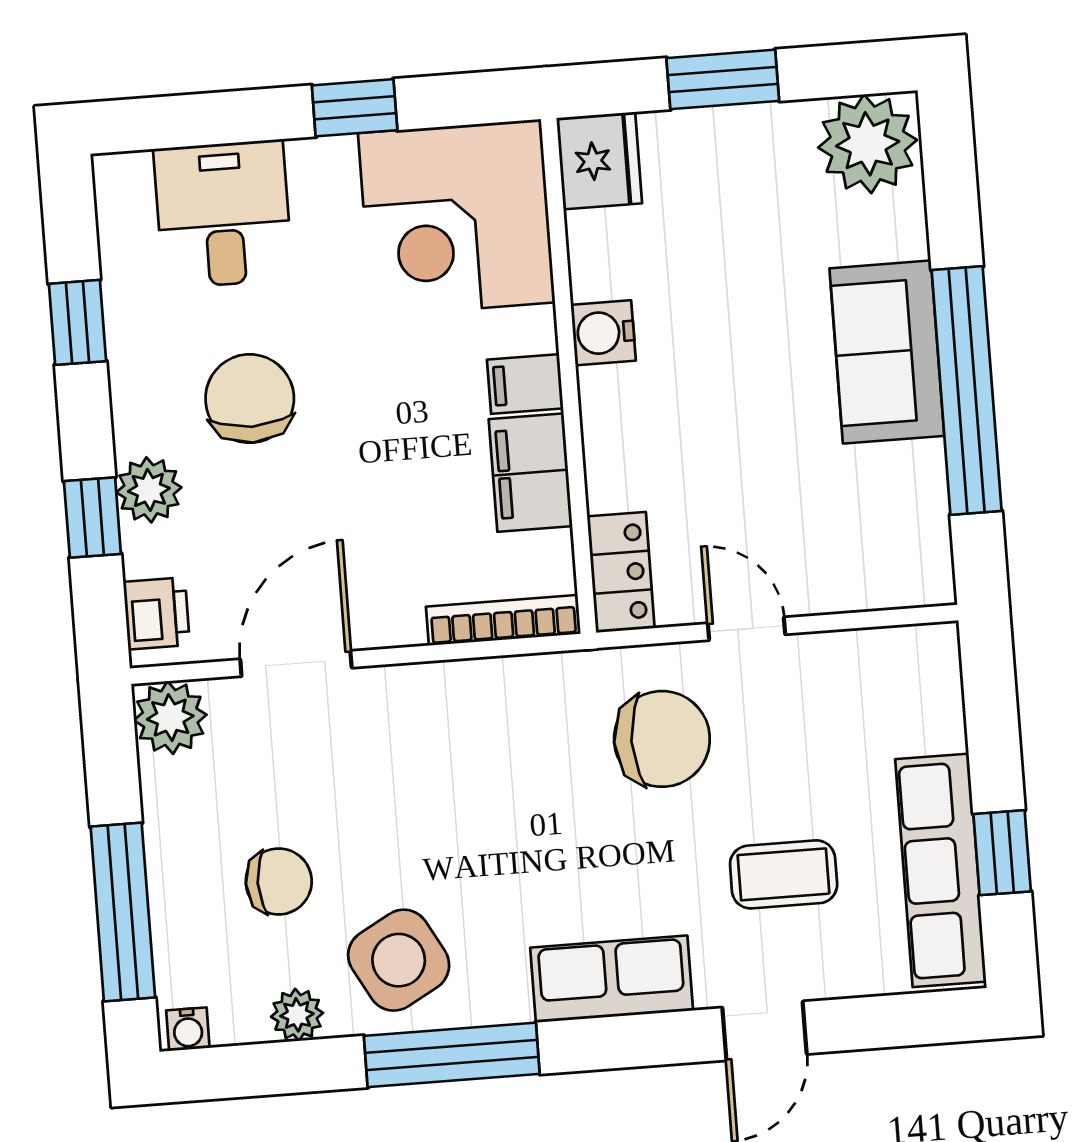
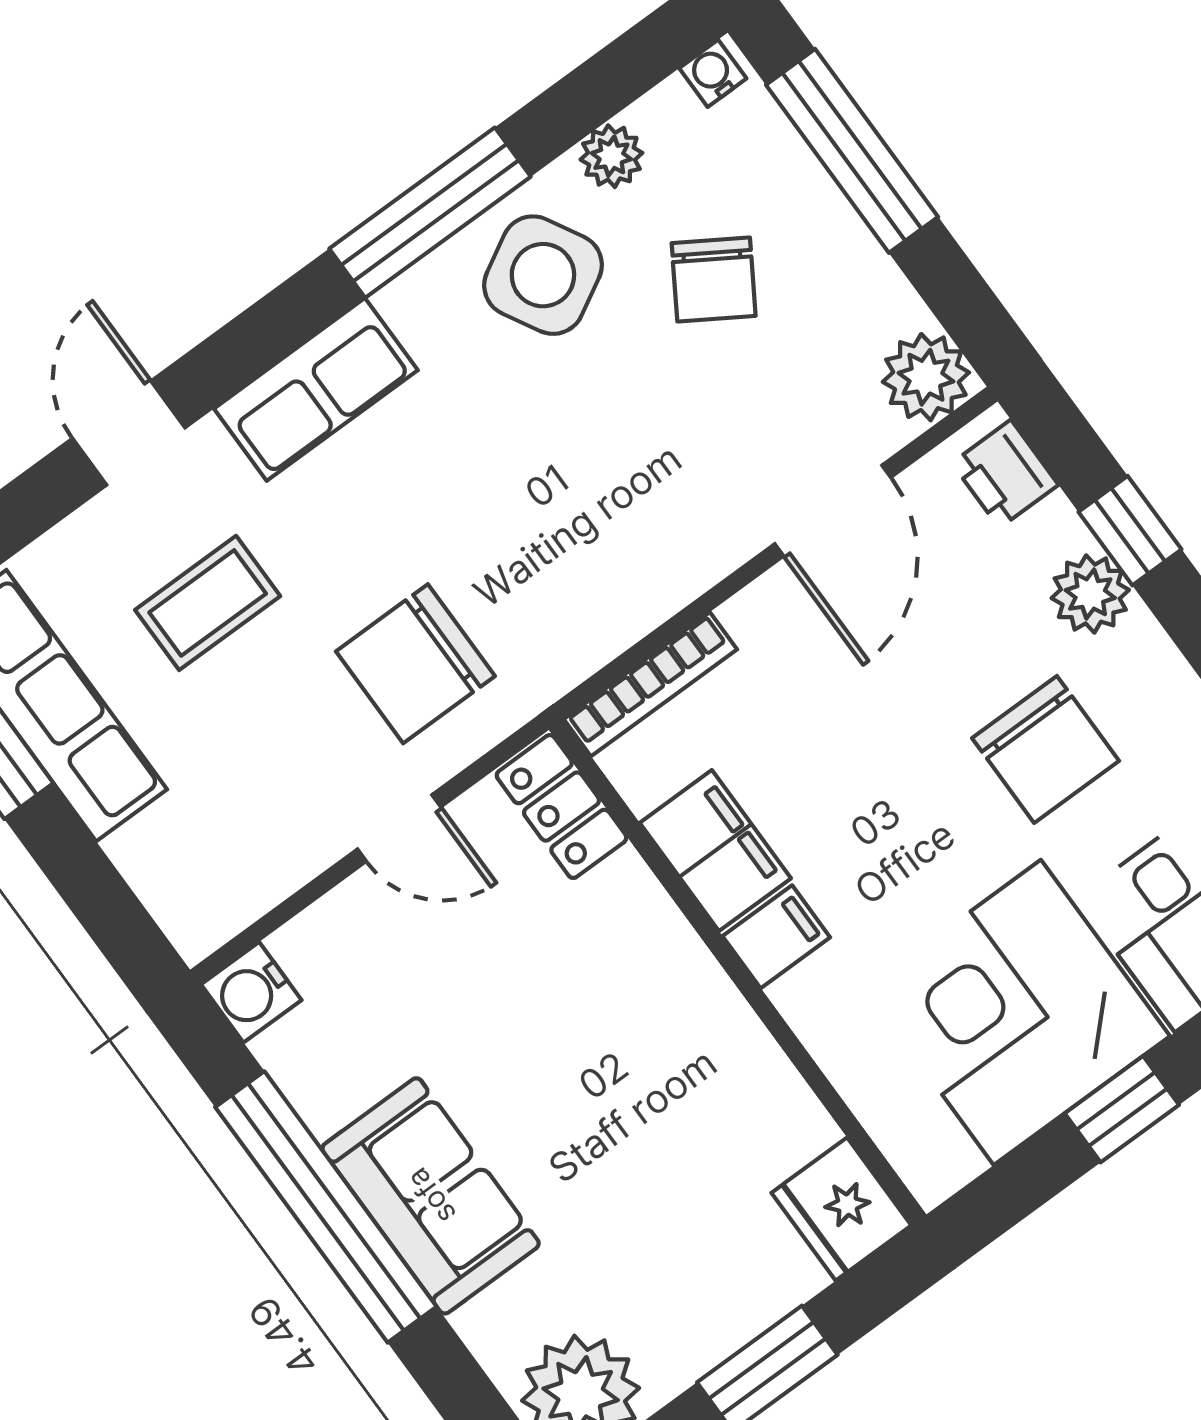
corner desk: (456, 218) -> (1017, 1012), moved, turned -90
water cooler: (603, 333) -> (251, 992), moved, turned 180
chair: (279, 881) -> (714, 279), turned -58

